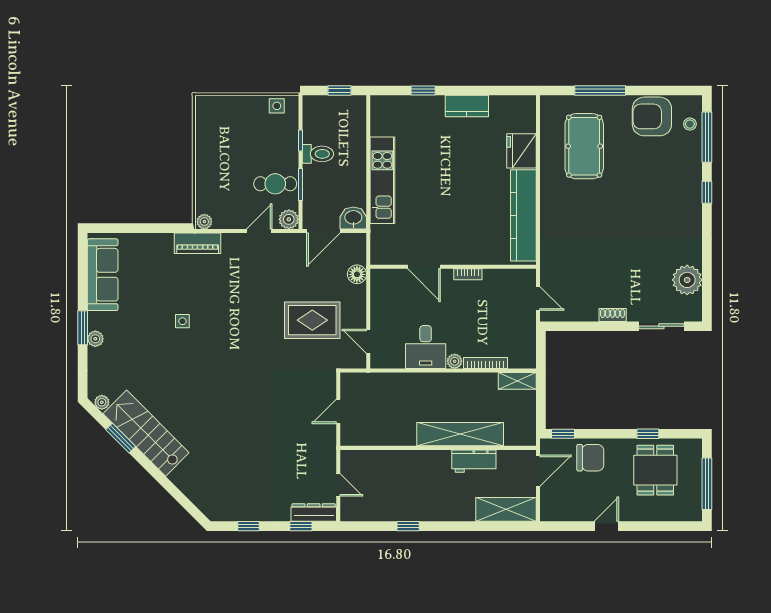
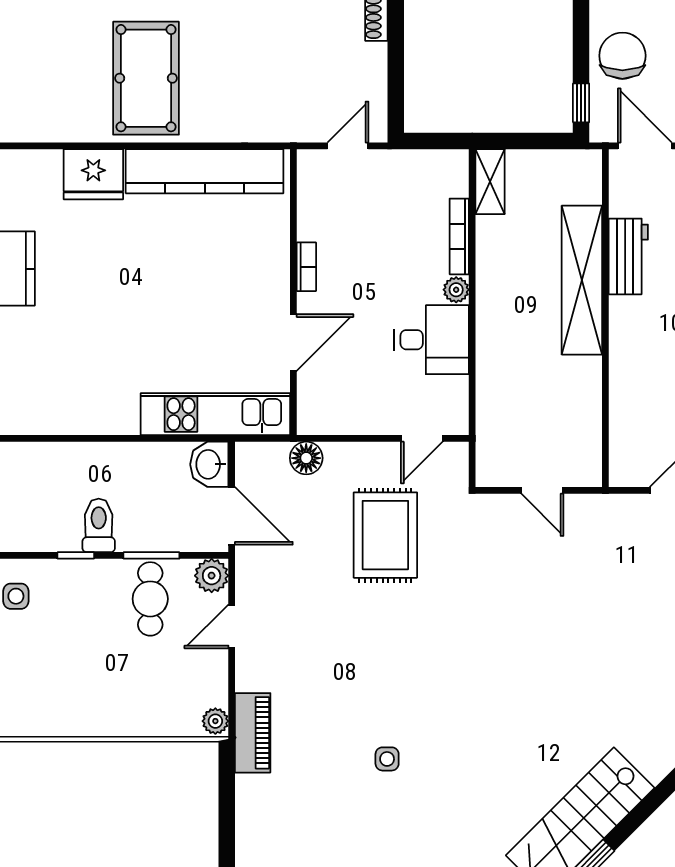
pool table: (584, 146) -> (146, 78), moved, turned 90
kitchen unit: (382, 180) -> (215, 414), moved
door: (259, 231) -> (232, 627), hinge flipped

